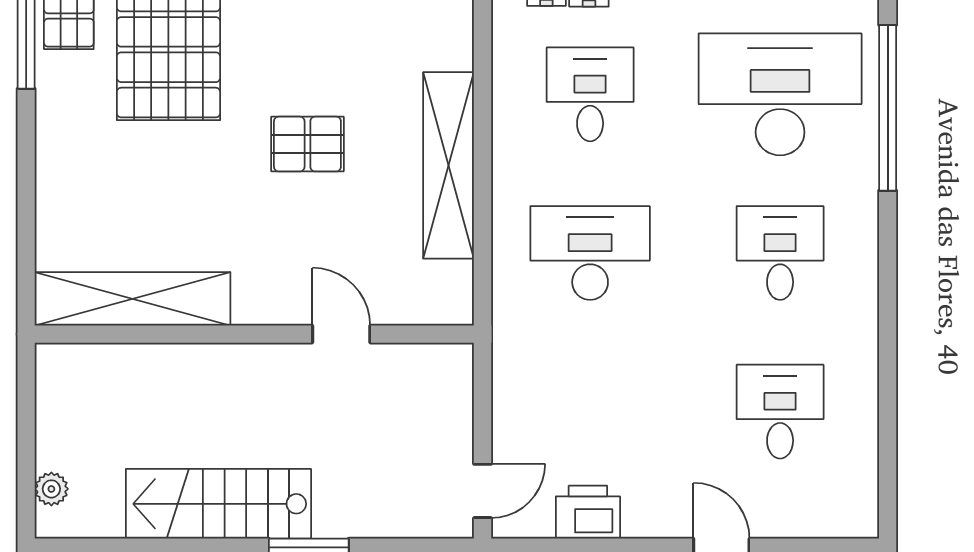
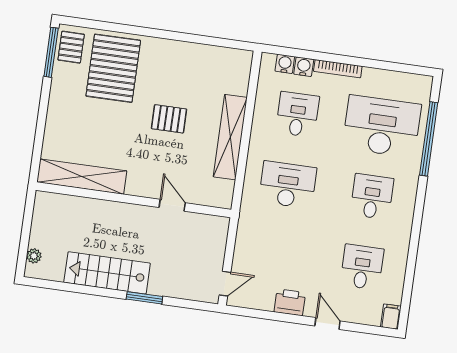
printer: (588, 512) -> (290, 302), moved
filing cabinet: (859, 512) -> (391, 317), added

